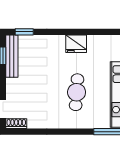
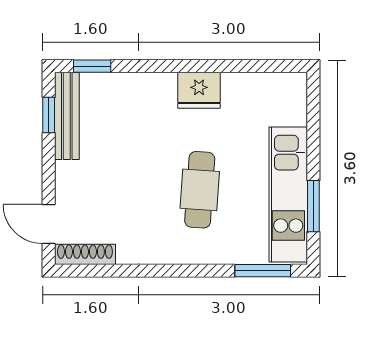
shoe rack: (16, 124) -> (85, 254), width x1.43

